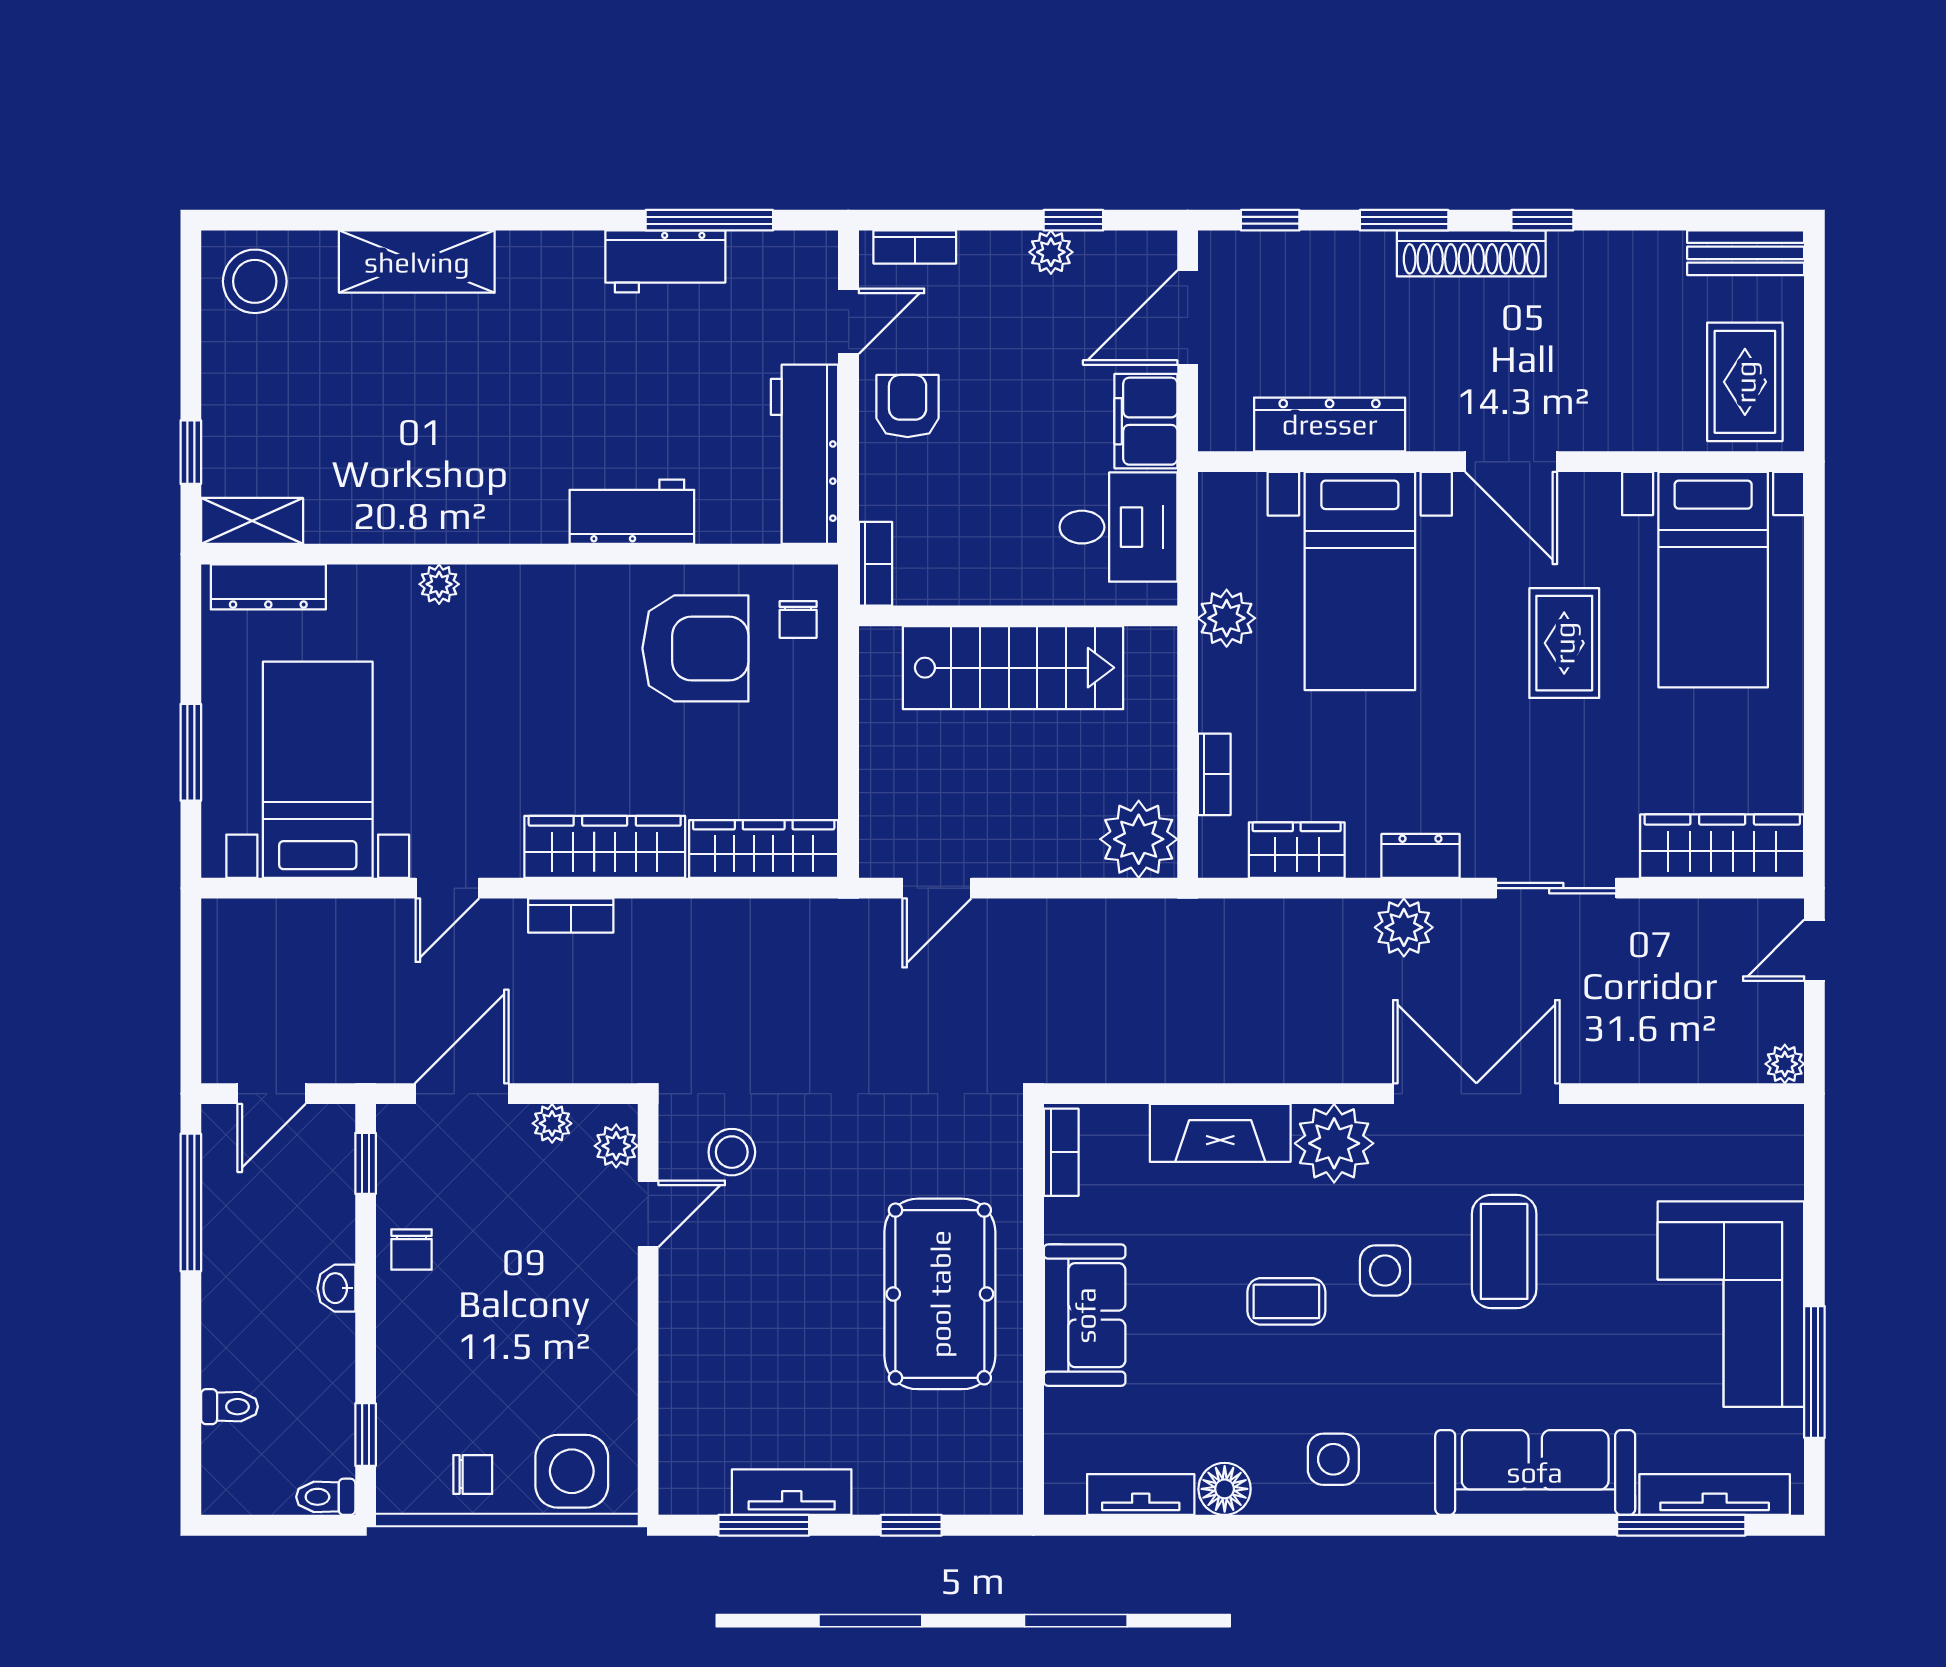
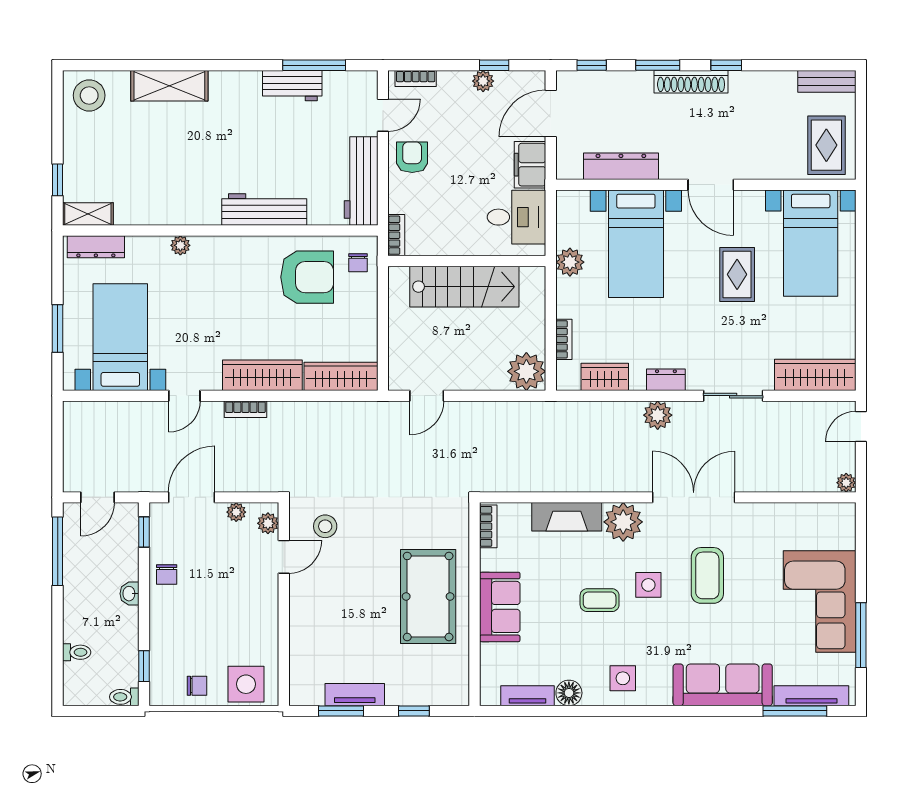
workbench: (632, 512) -> (264, 209), width x1.38

